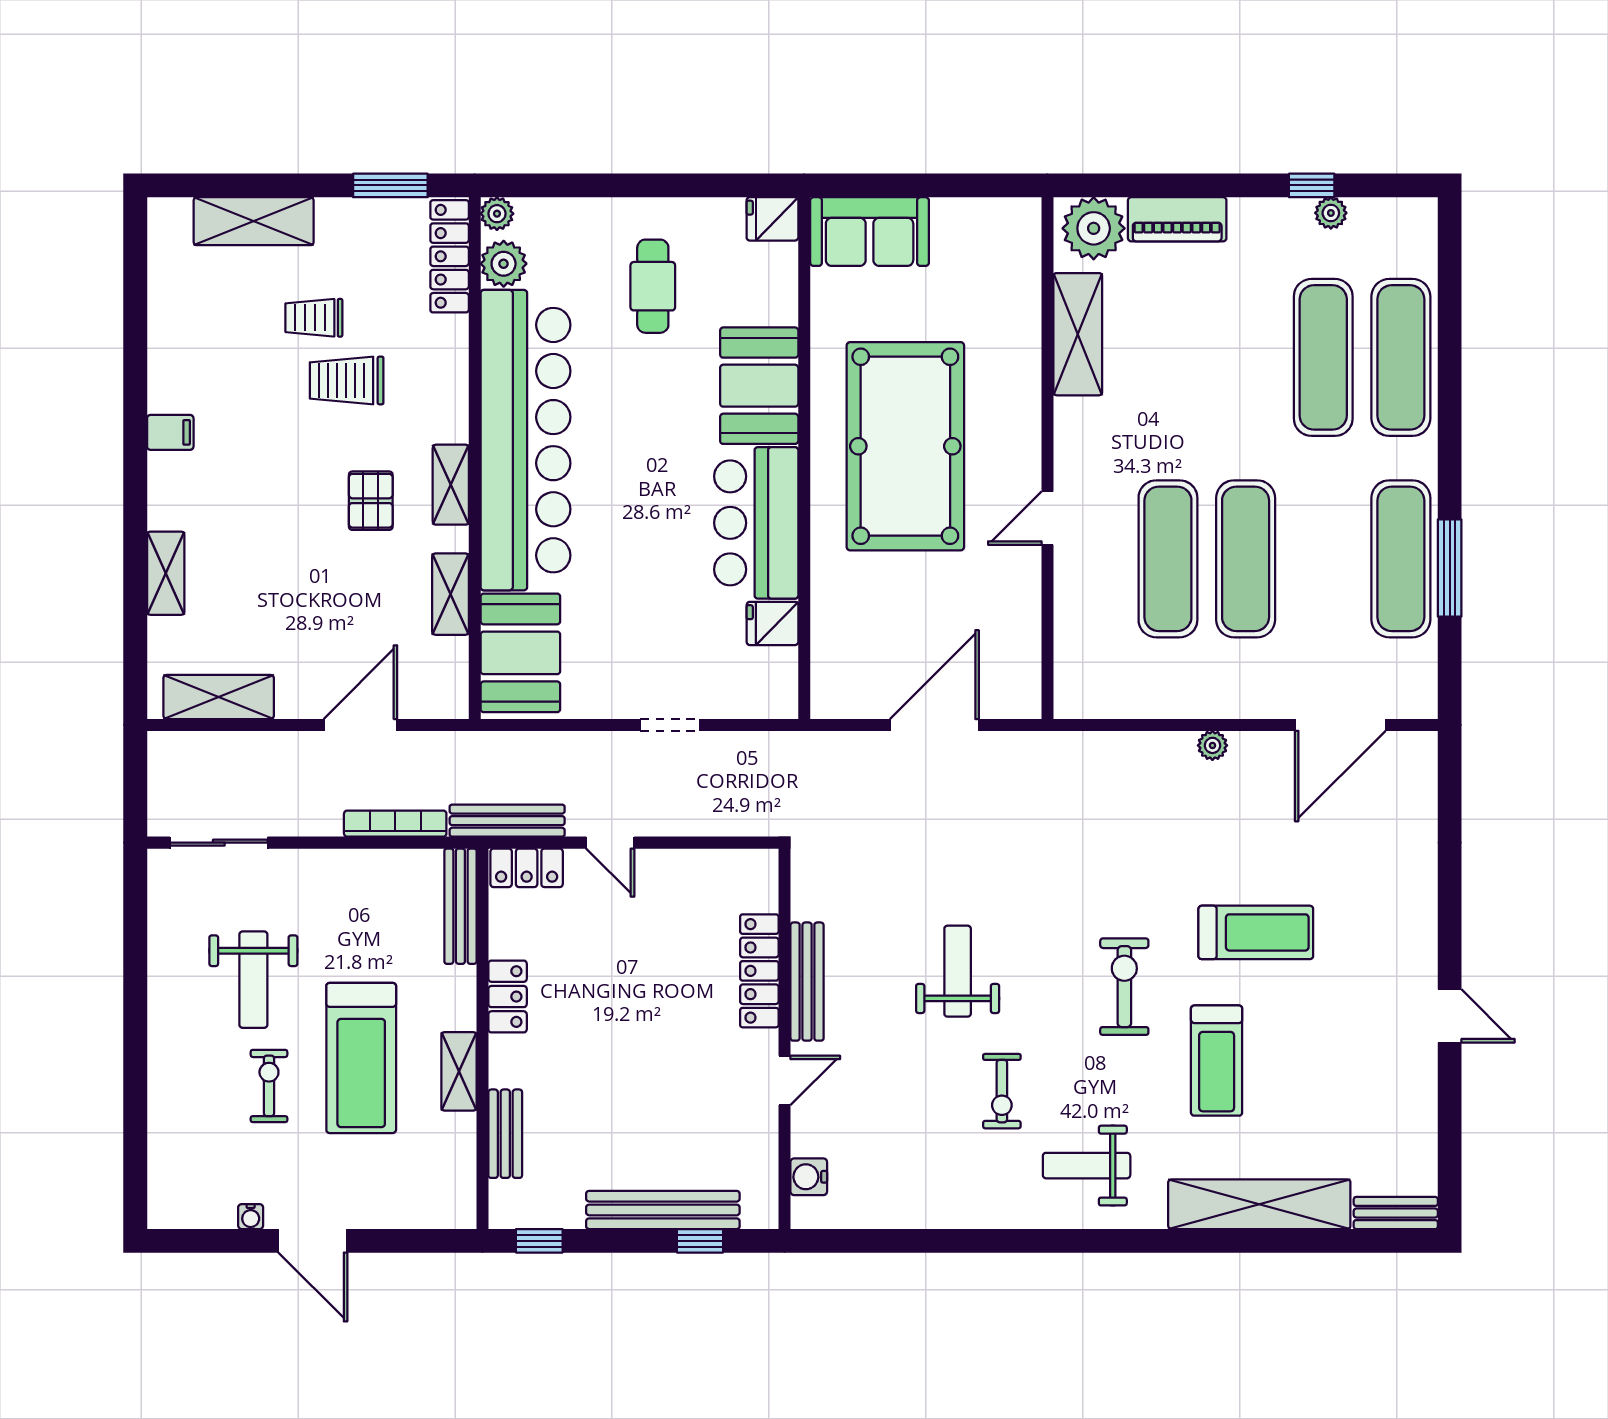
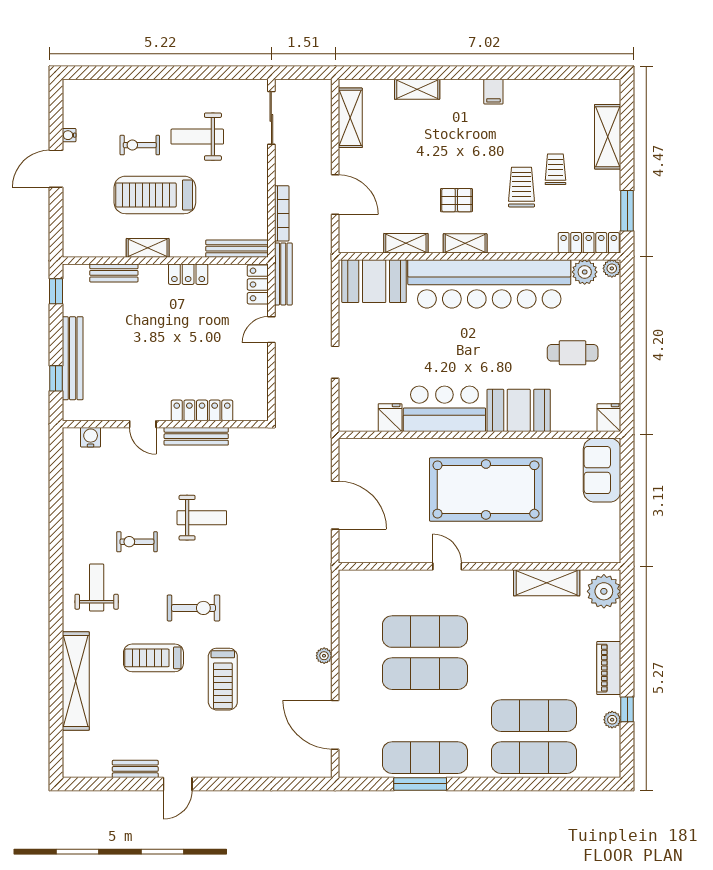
piano: (1177, 219) -> (609, 668), moved
exercise bike: (269, 1086) -> (140, 145), turned 180
bench: (1396, 1213) -> (135, 769), moved, turned 90

